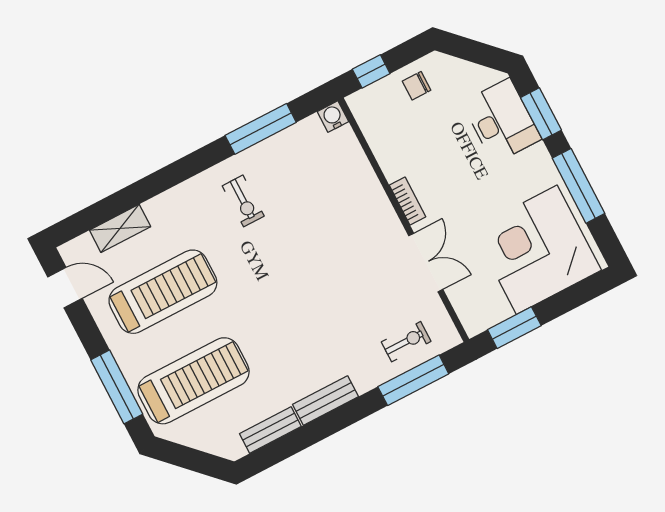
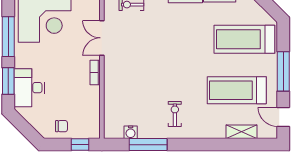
water cooler: (333, 117) -> (131, 132), moved
window: (117, 387) -> (283, 71), moved

